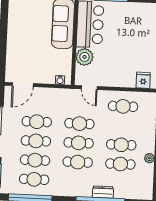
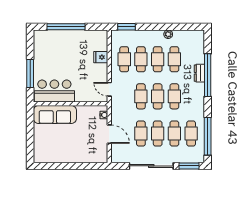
plant: (85, 57) -> (83, 95), removed
fridge: (143, 80) -> (101, 57), moved
door: (23, 85) -> (109, 134), moved
door: (89, 88) -> (109, 89), swing flipped
cafe table: (122, 126) -> (141, 59), added

